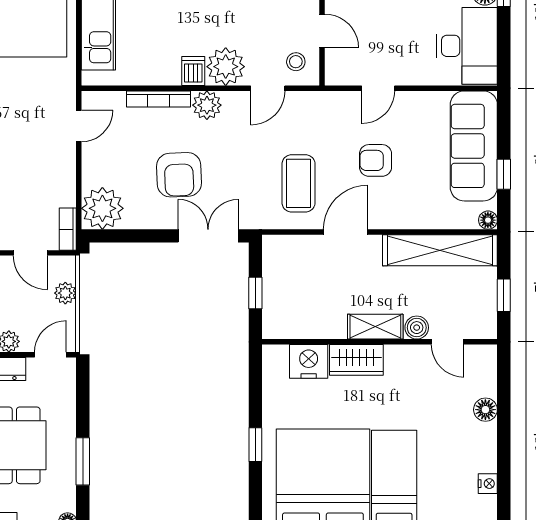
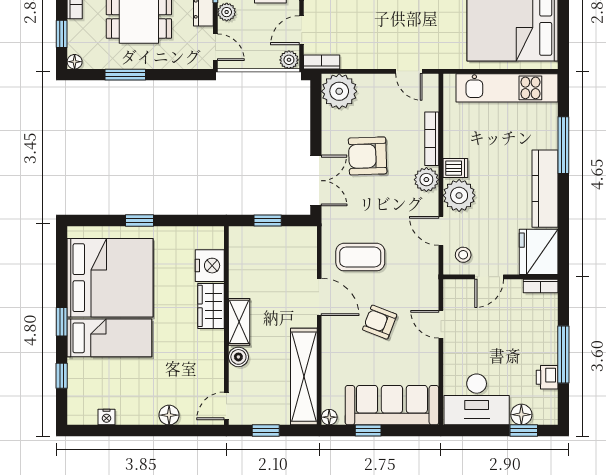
armchair: (376, 160) -> (380, 322), turned -69
plant: (65, 293) -> (289, 60), moved
door: (448, 342) -> (226, 406), moved

